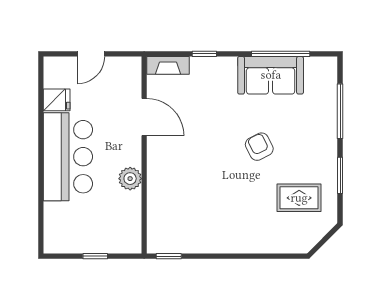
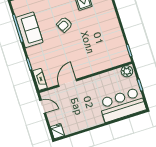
door: (91, 54) -> (43, 107), moved
fridge: (57, 100) -> (57, 131), moved
bar counter: (68, 157) -> (122, 105), moved
plant: (130, 179) -> (127, 71), moved

